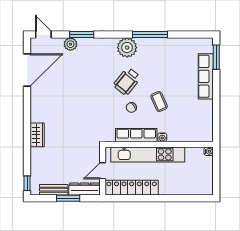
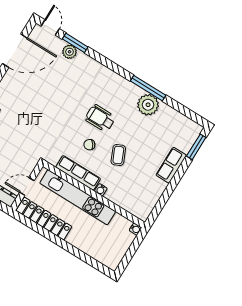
window: (82, 34) -> (75, 43), moved
plant: (127, 48) -> (148, 105), moved
row of seats: (206, 76) -> (171, 165), width x0.68
wheelchair: (127, 81) -> (100, 118), turned 51

